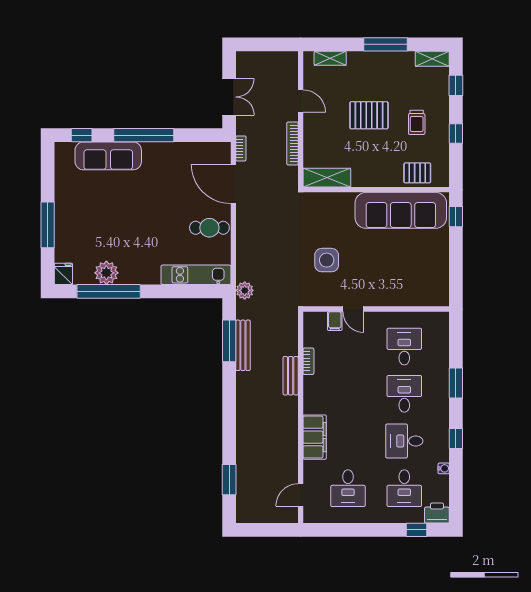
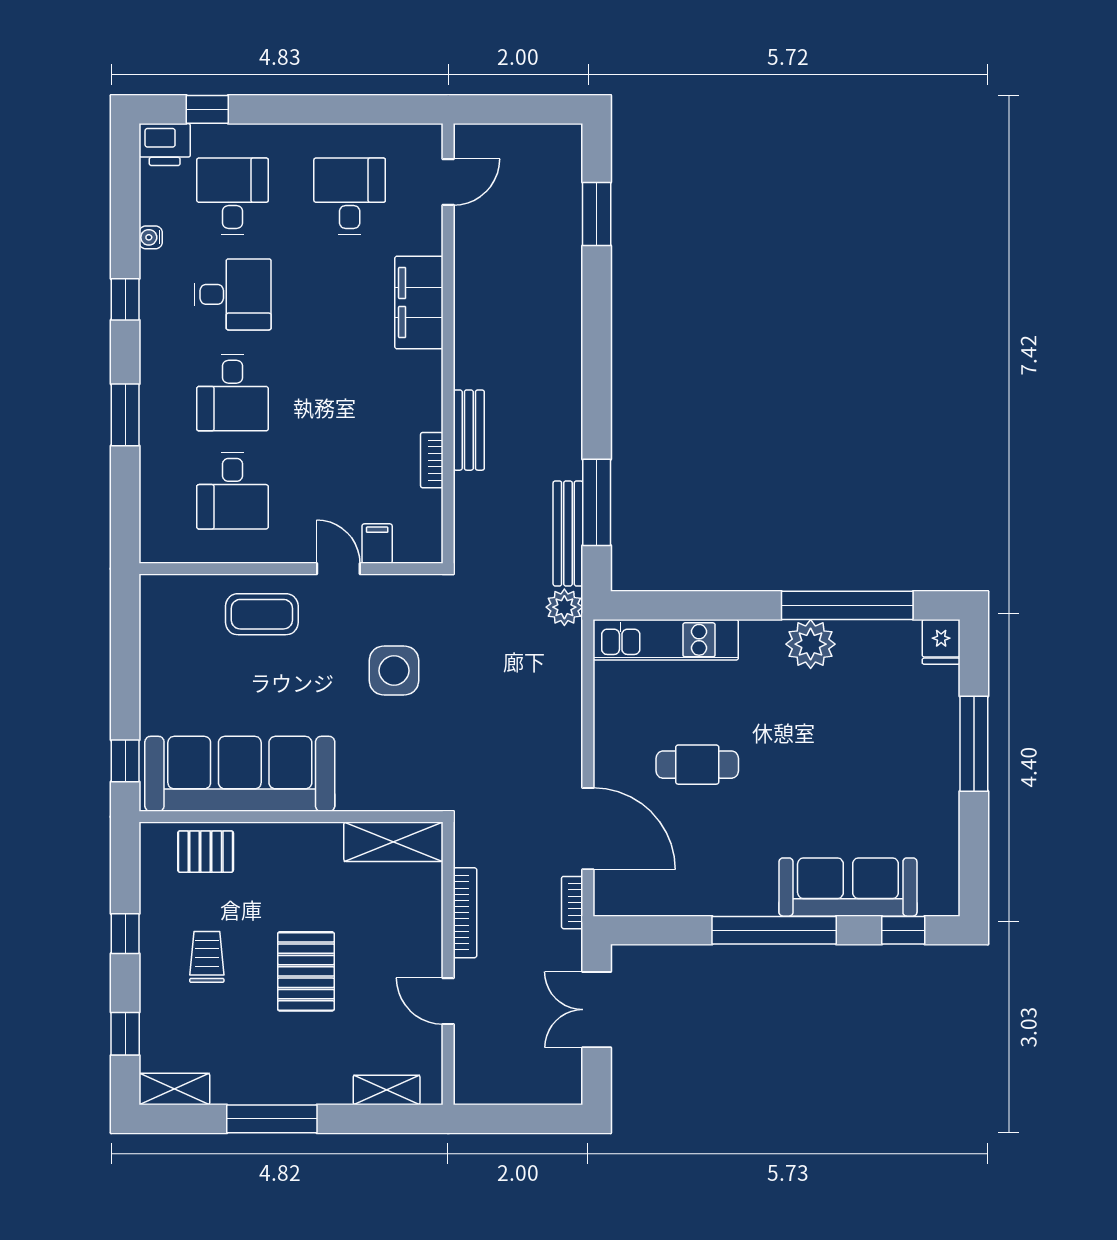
pallet: (369, 115) -> (306, 971), turned 90
cafe table: (209, 228) -> (697, 765), moved
plant: (106, 273) -> (811, 644), moved
coffee table: (390, 287) -> (262, 614), added
bench: (243, 345) -> (568, 533), moved

